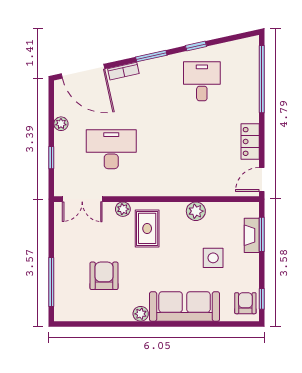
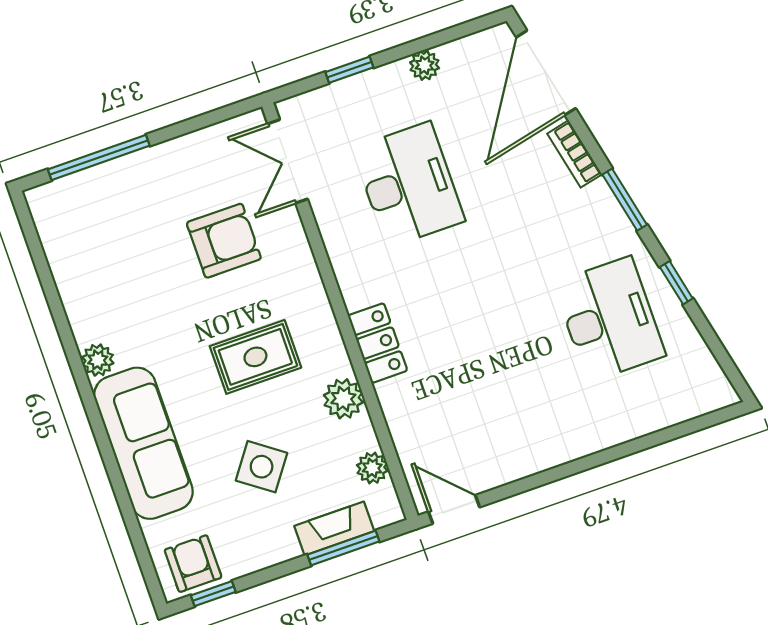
window: (262, 79) -> (656, 439), removed
desk: (202, 81) -> (609, 319), width x1.37
locker: (250, 141) -> (378, 343), moved, turned 90
plant: (123, 209) -> (372, 468), moved
rug: (147, 228) -> (255, 357), moved
side table: (213, 258) -> (262, 467), turned 36
armchair: (104, 276) -> (224, 241), moved
armchair: (245, 303) -> (193, 564), turned -90

